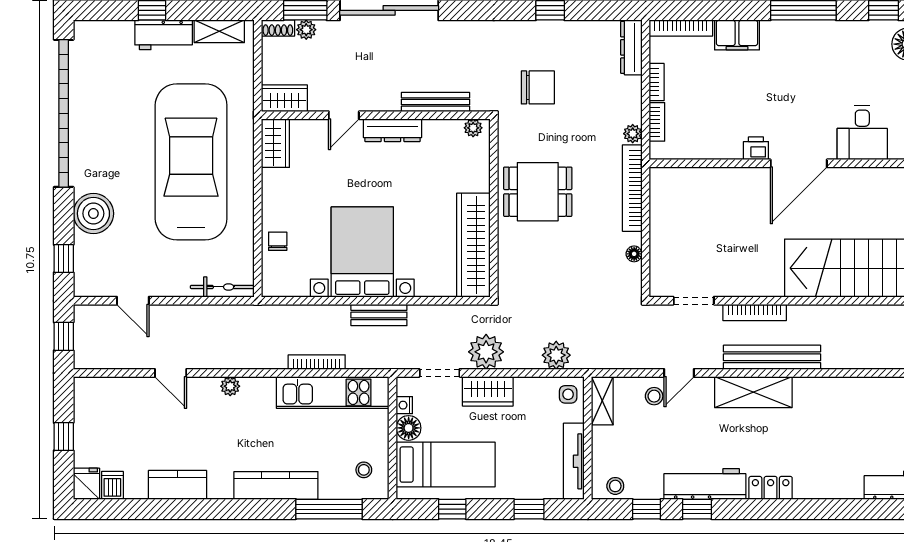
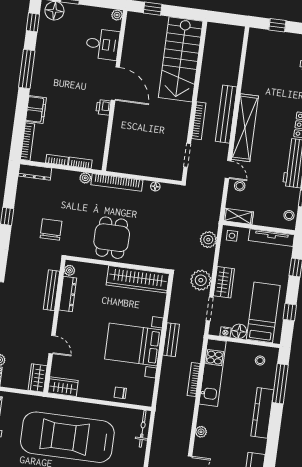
dresser: (393, 130) -> (68, 294), moved
shelving: (753, 392) -> (245, 128), width x1.47

